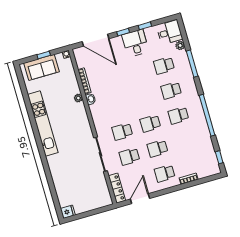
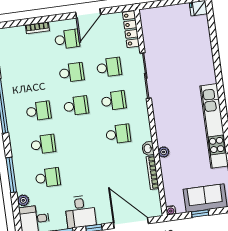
school desk: (115, 107) -> (118, 134), added
door: (140, 199) -> (88, 13), moved

